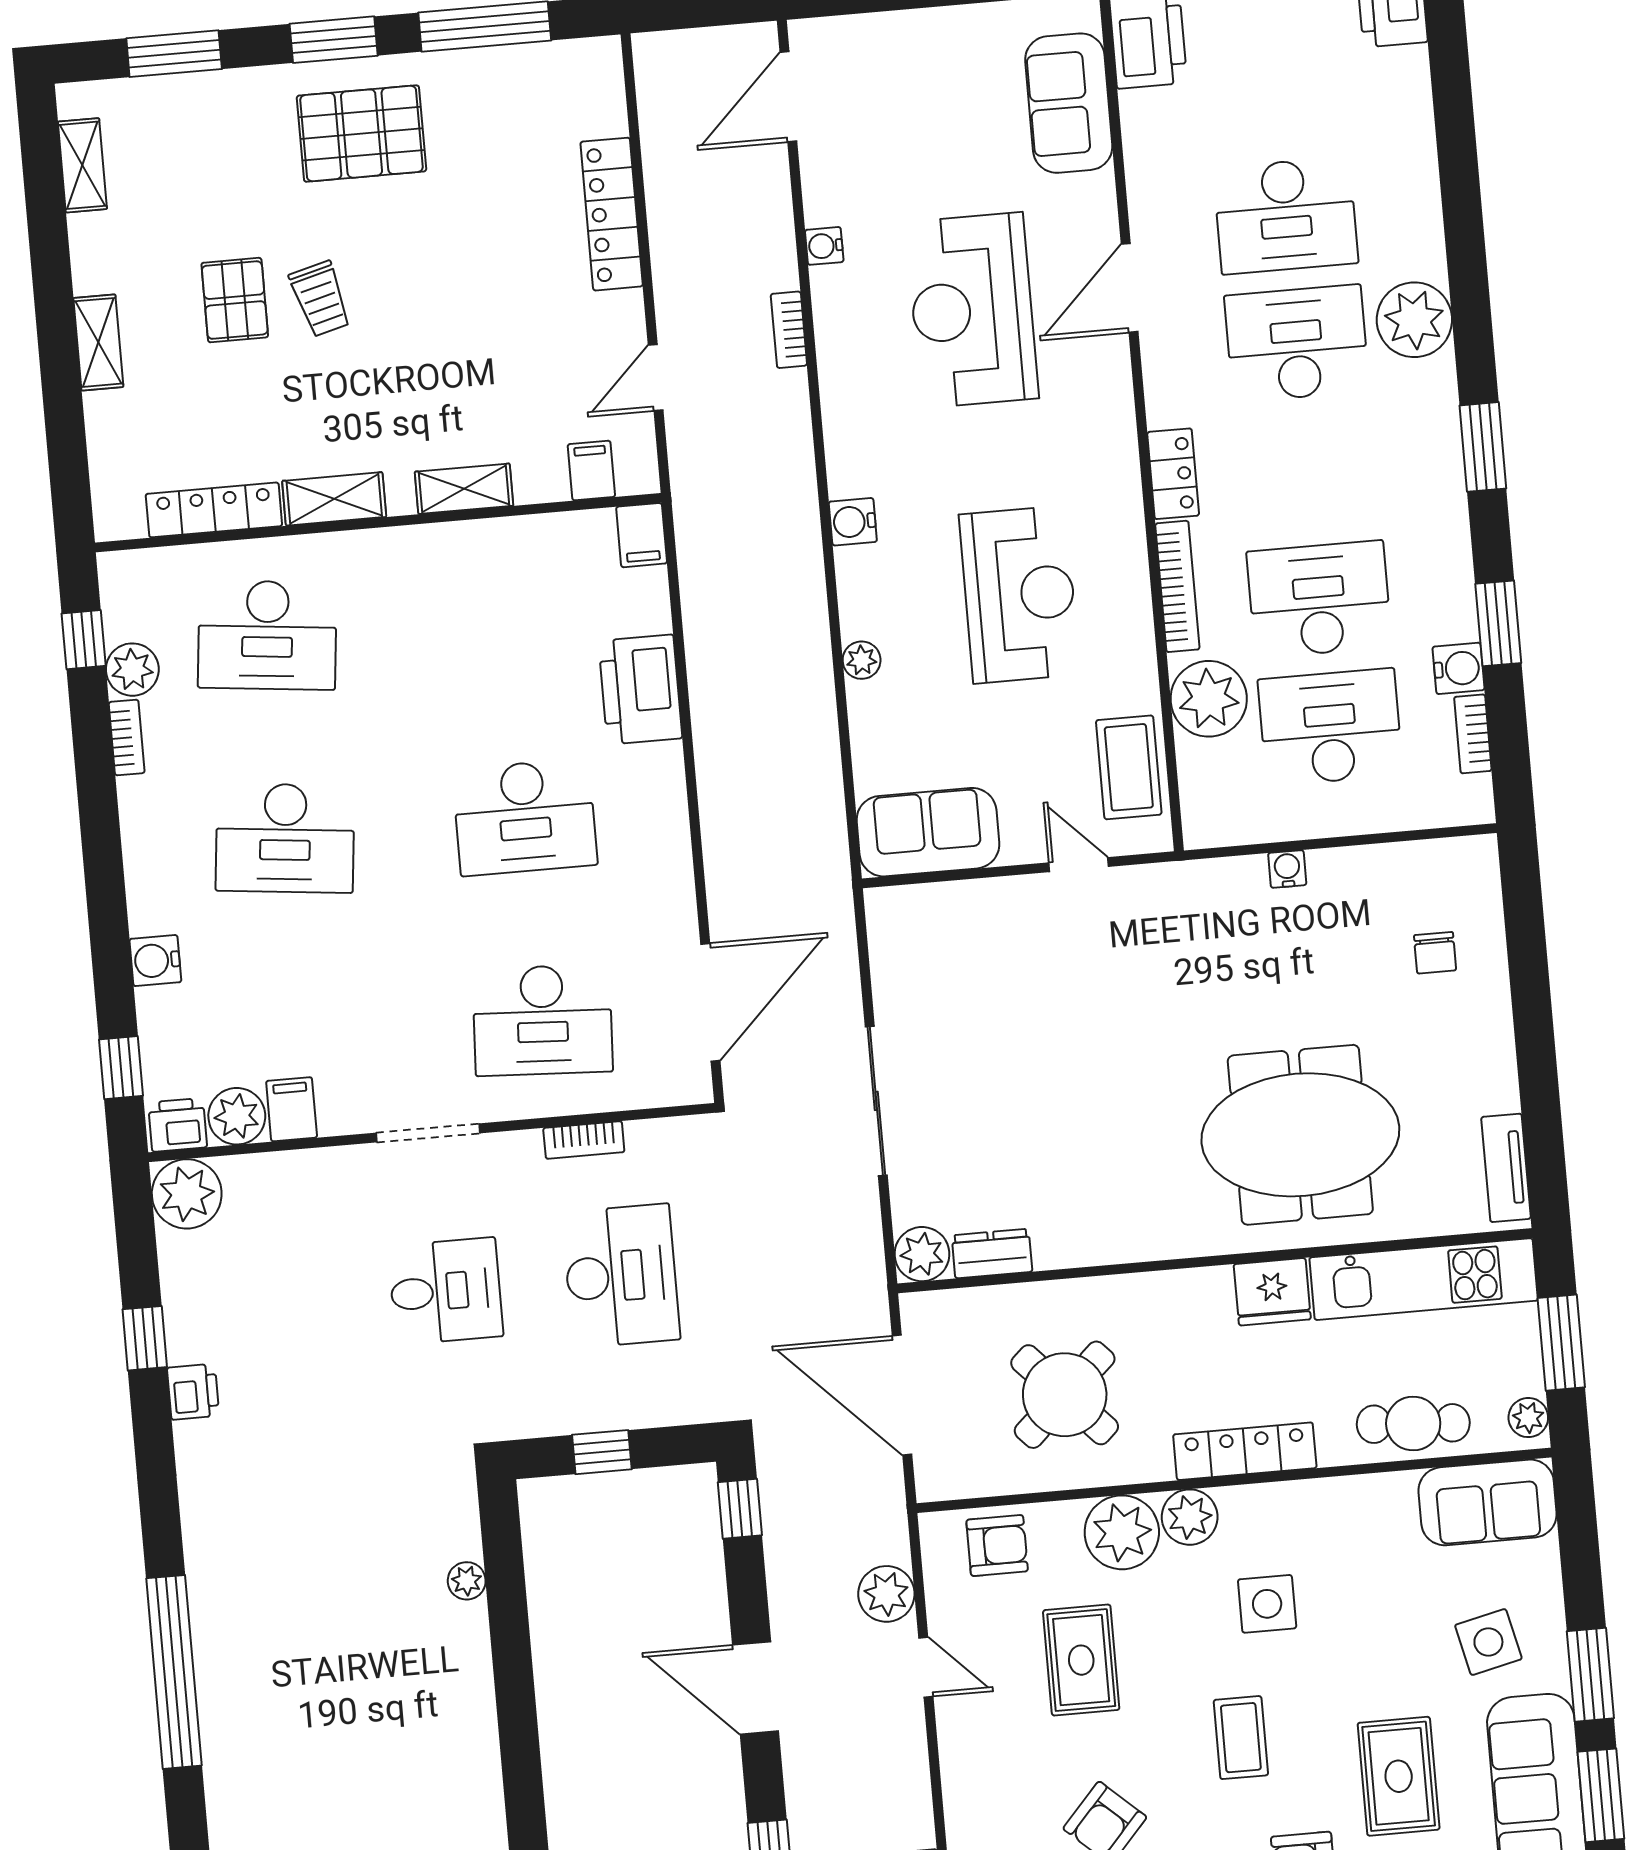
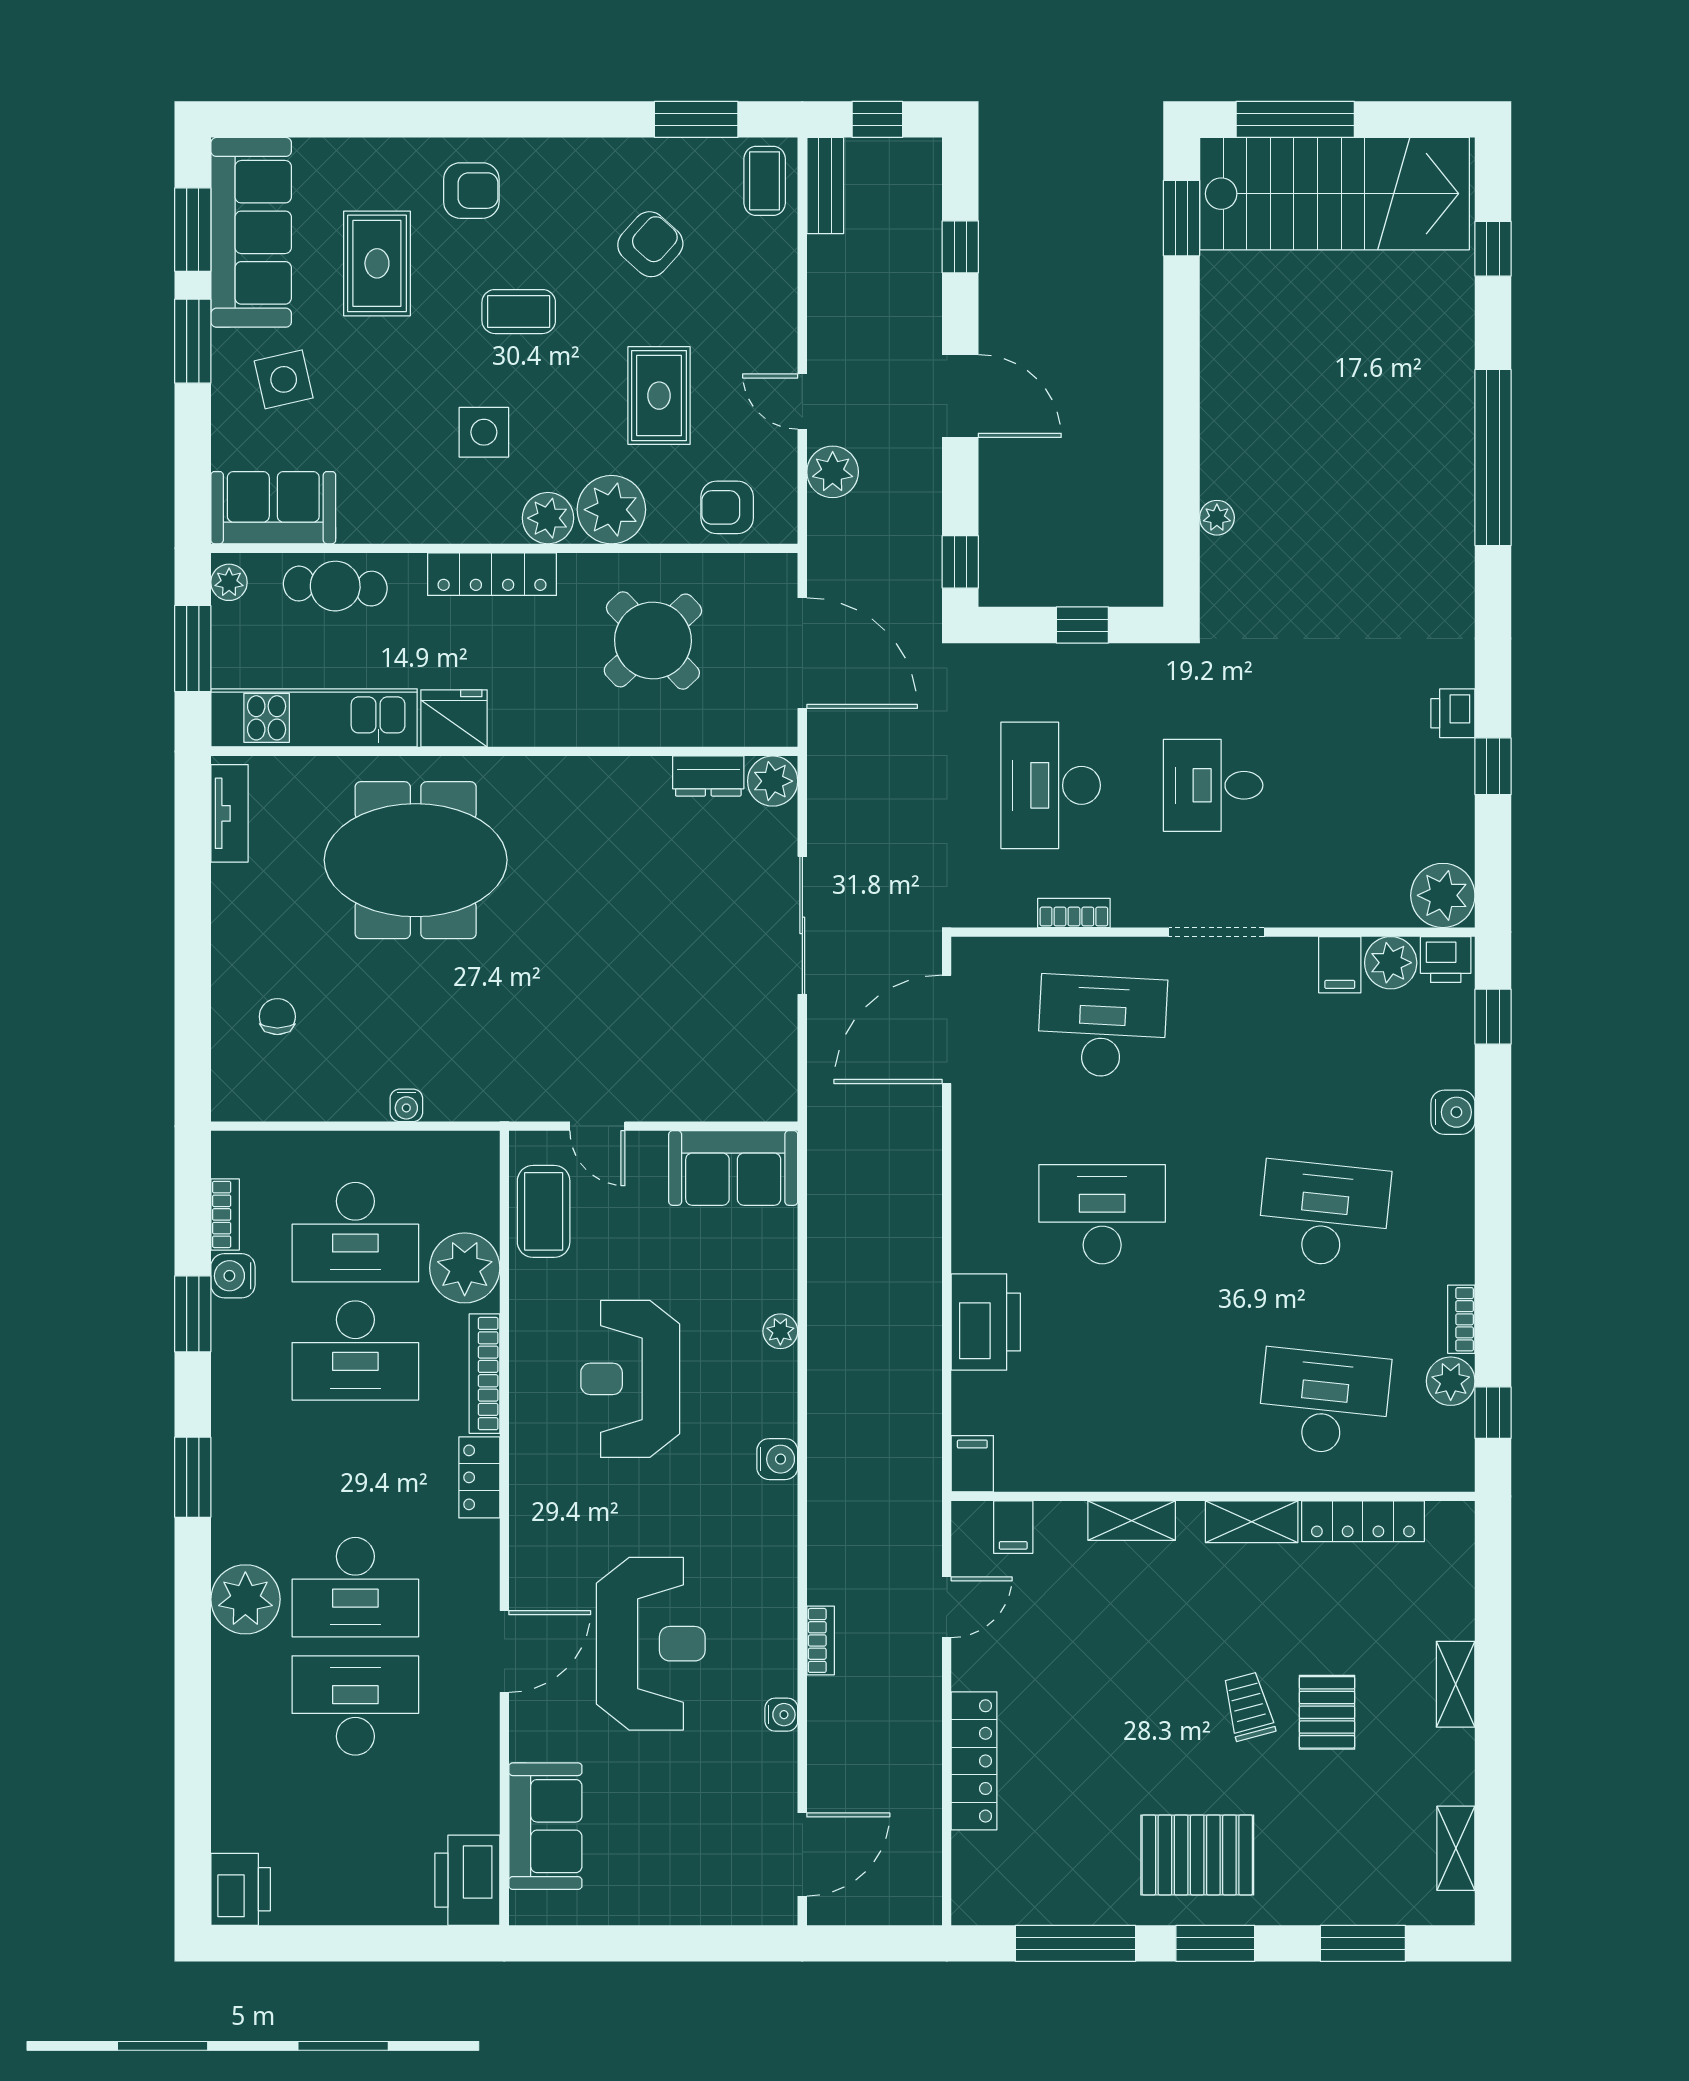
coffee table: (1241, 1738) -> (519, 312), turned 90

